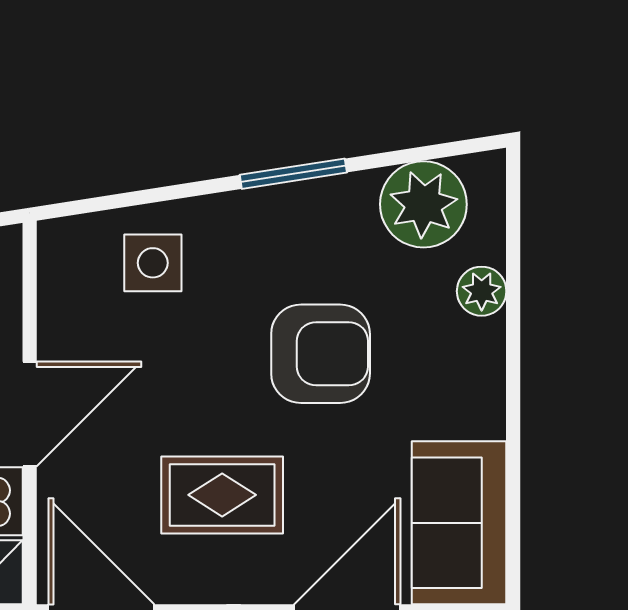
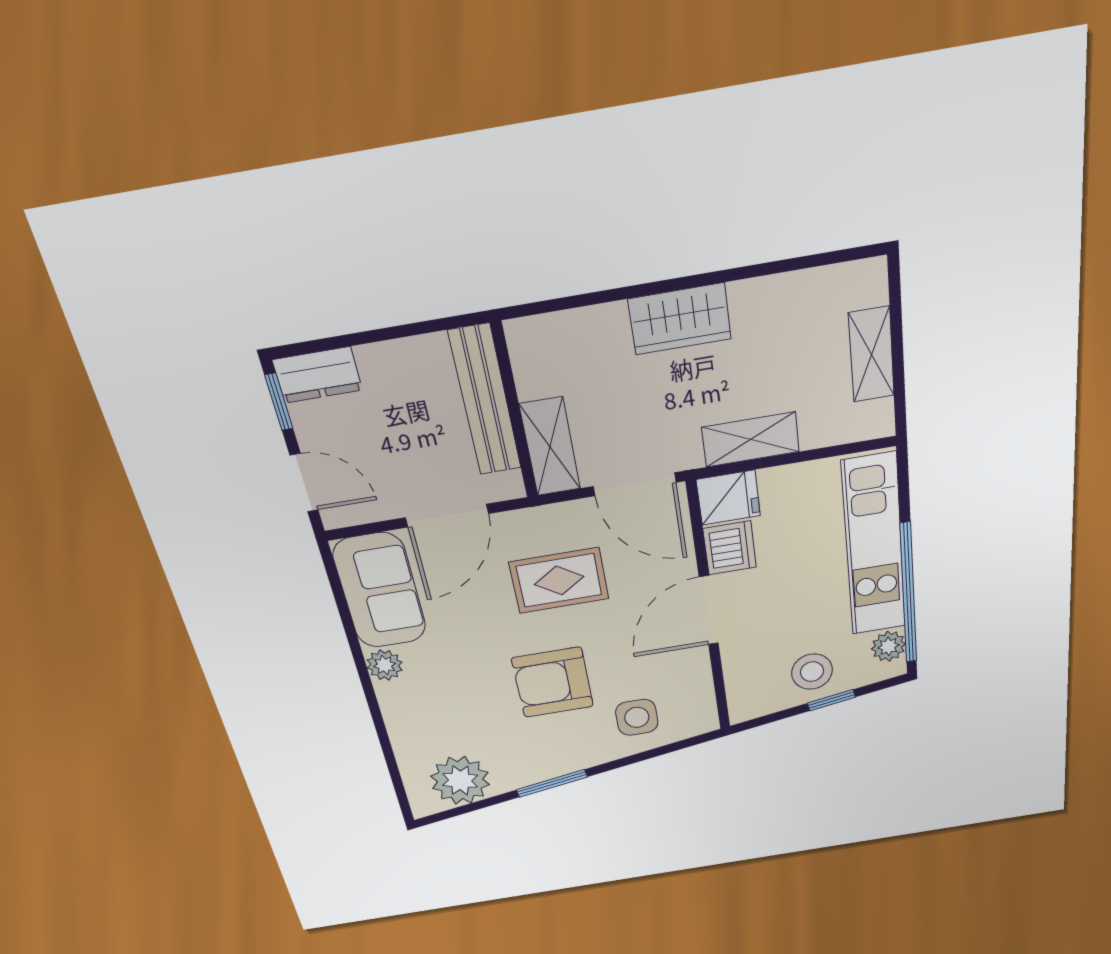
plant: (482, 291) -> (385, 665), moved
armchair: (321, 354) -> (553, 682), moved

